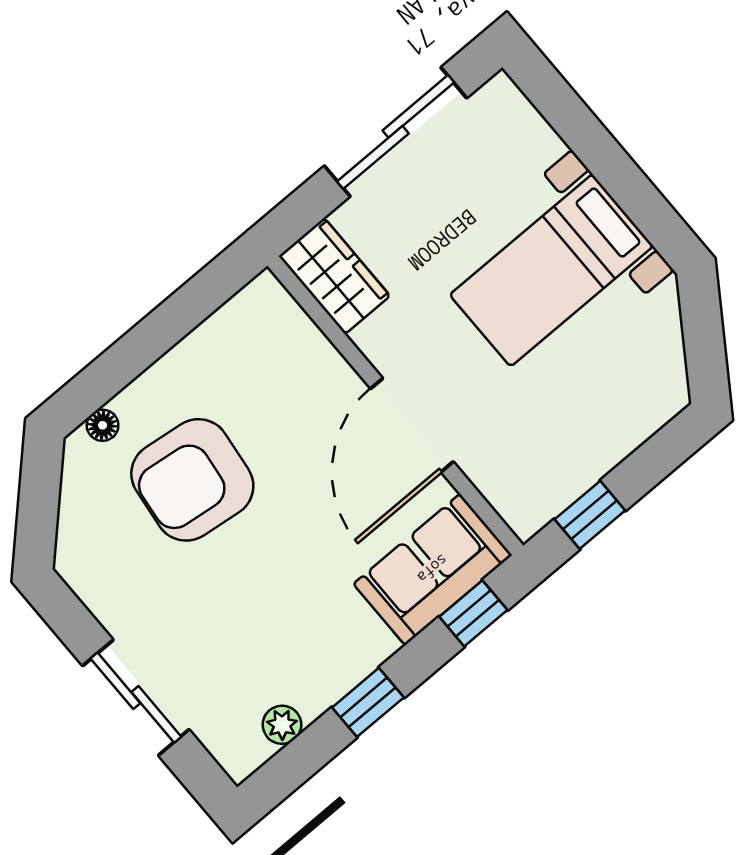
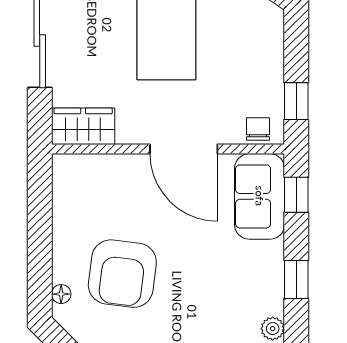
chair: (515, 497) -> (258, 129), added

